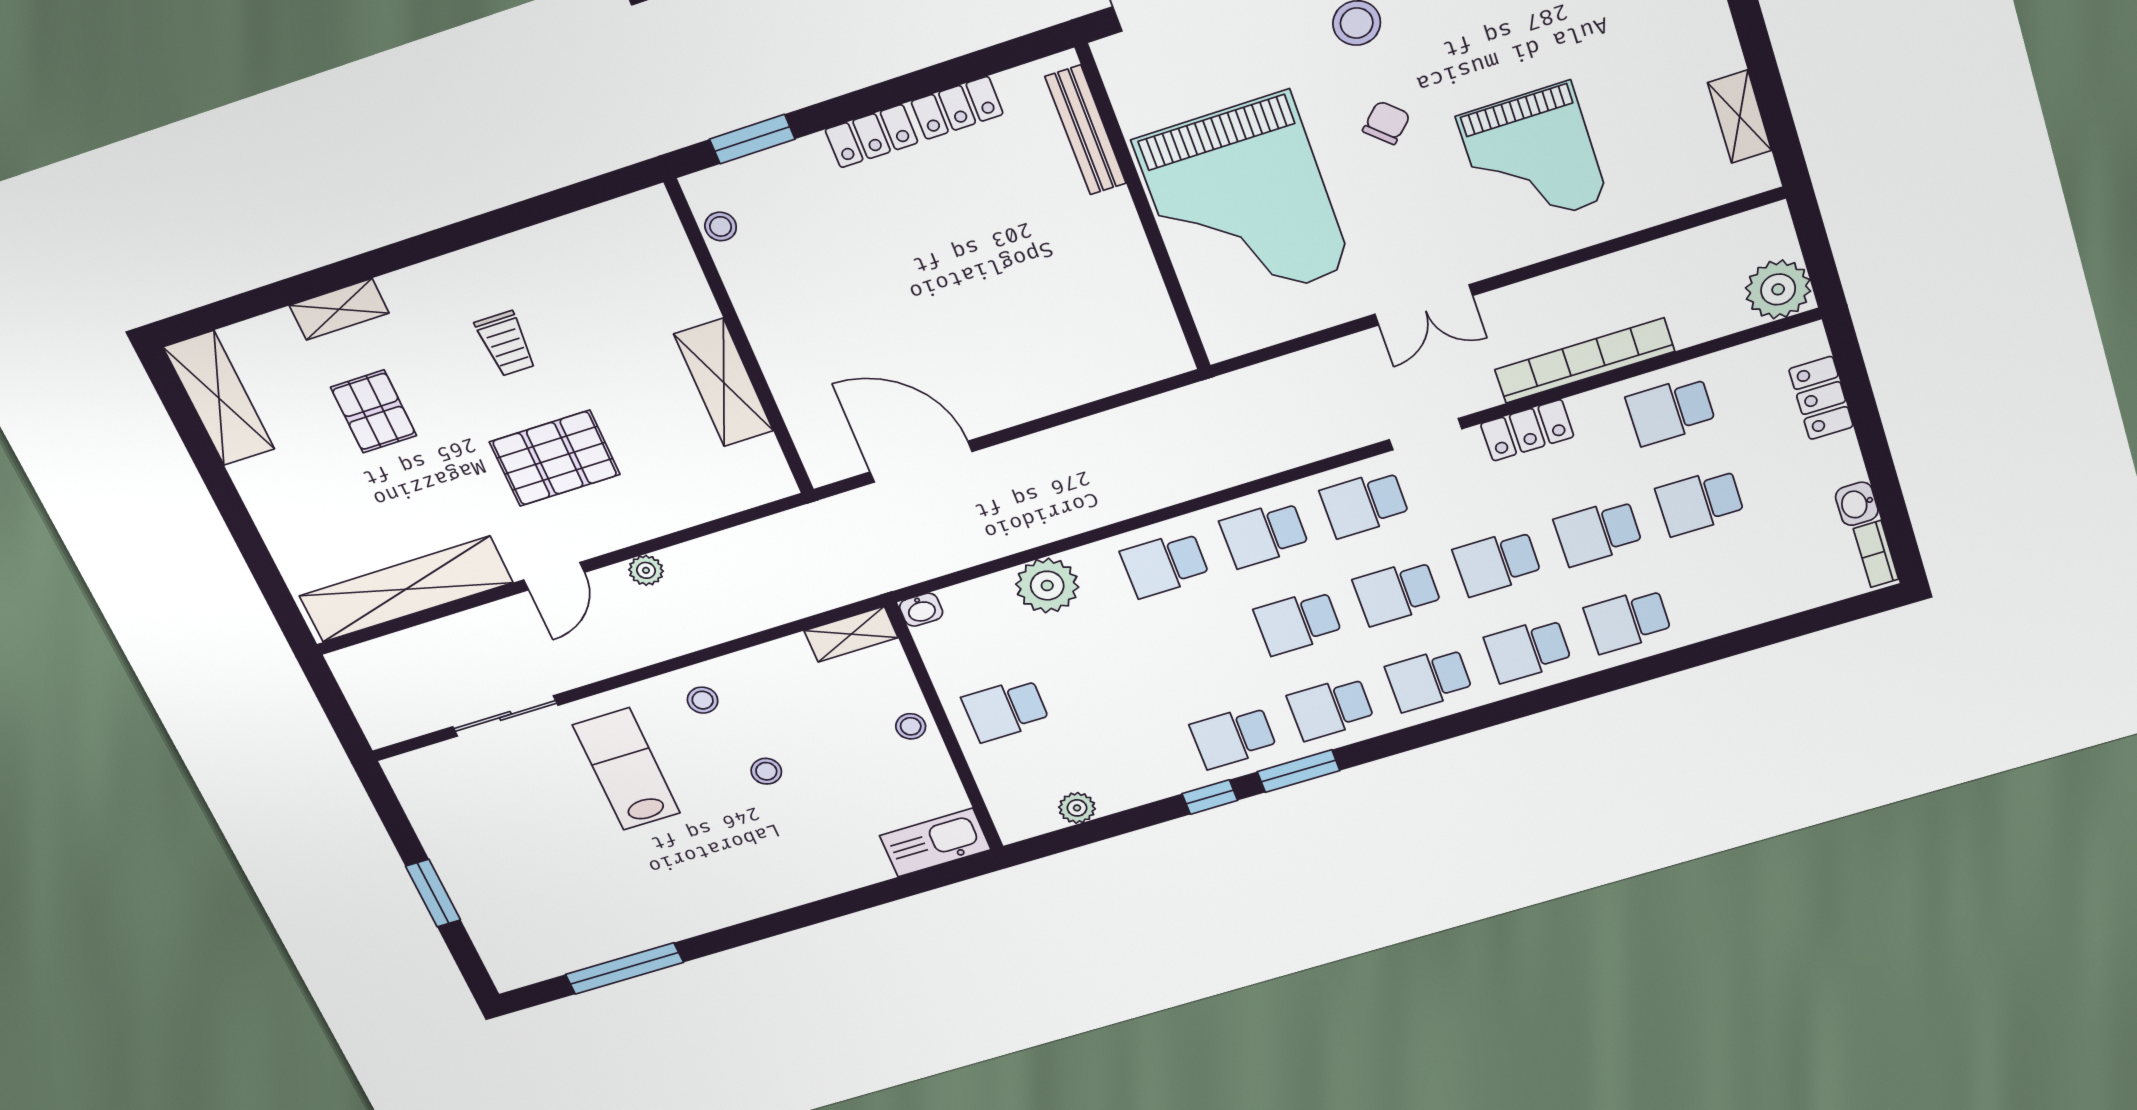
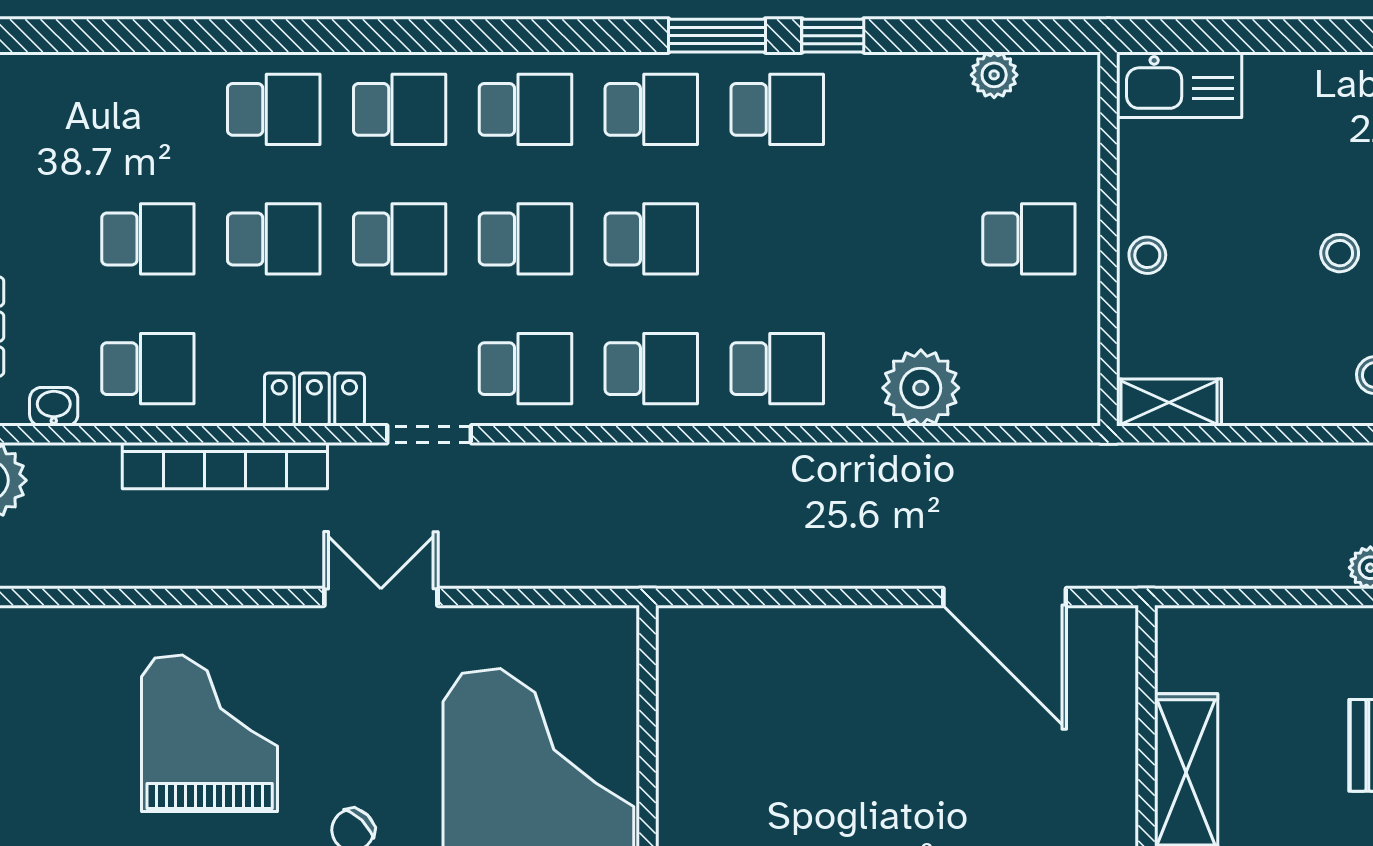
washbasin: (921, 610) -> (54, 407), moved

